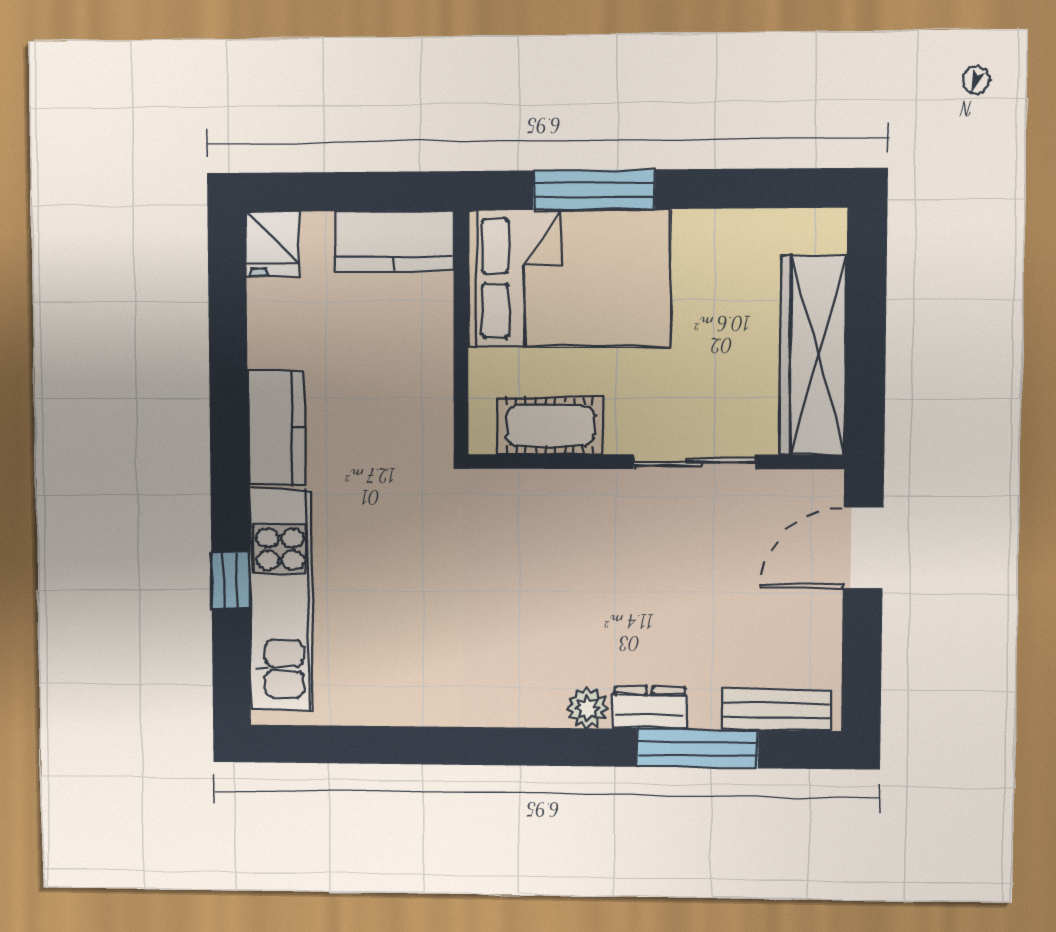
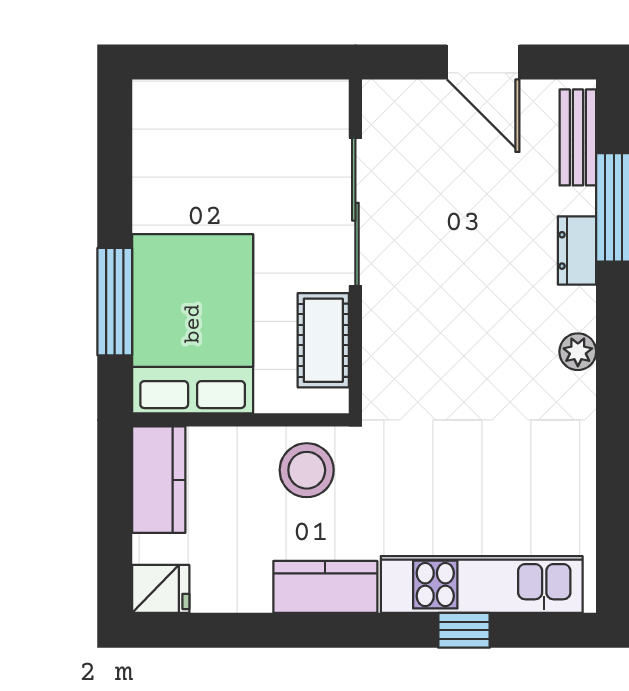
wardrobe: (813, 355) -> (261, 108), removed
stool: (405, 407) -> (307, 470), added
sliding door: (694, 462) -> (355, 212), width x1.37
door: (863, 548) -> (483, 62), moved
plant: (587, 708) -> (578, 352), moved

